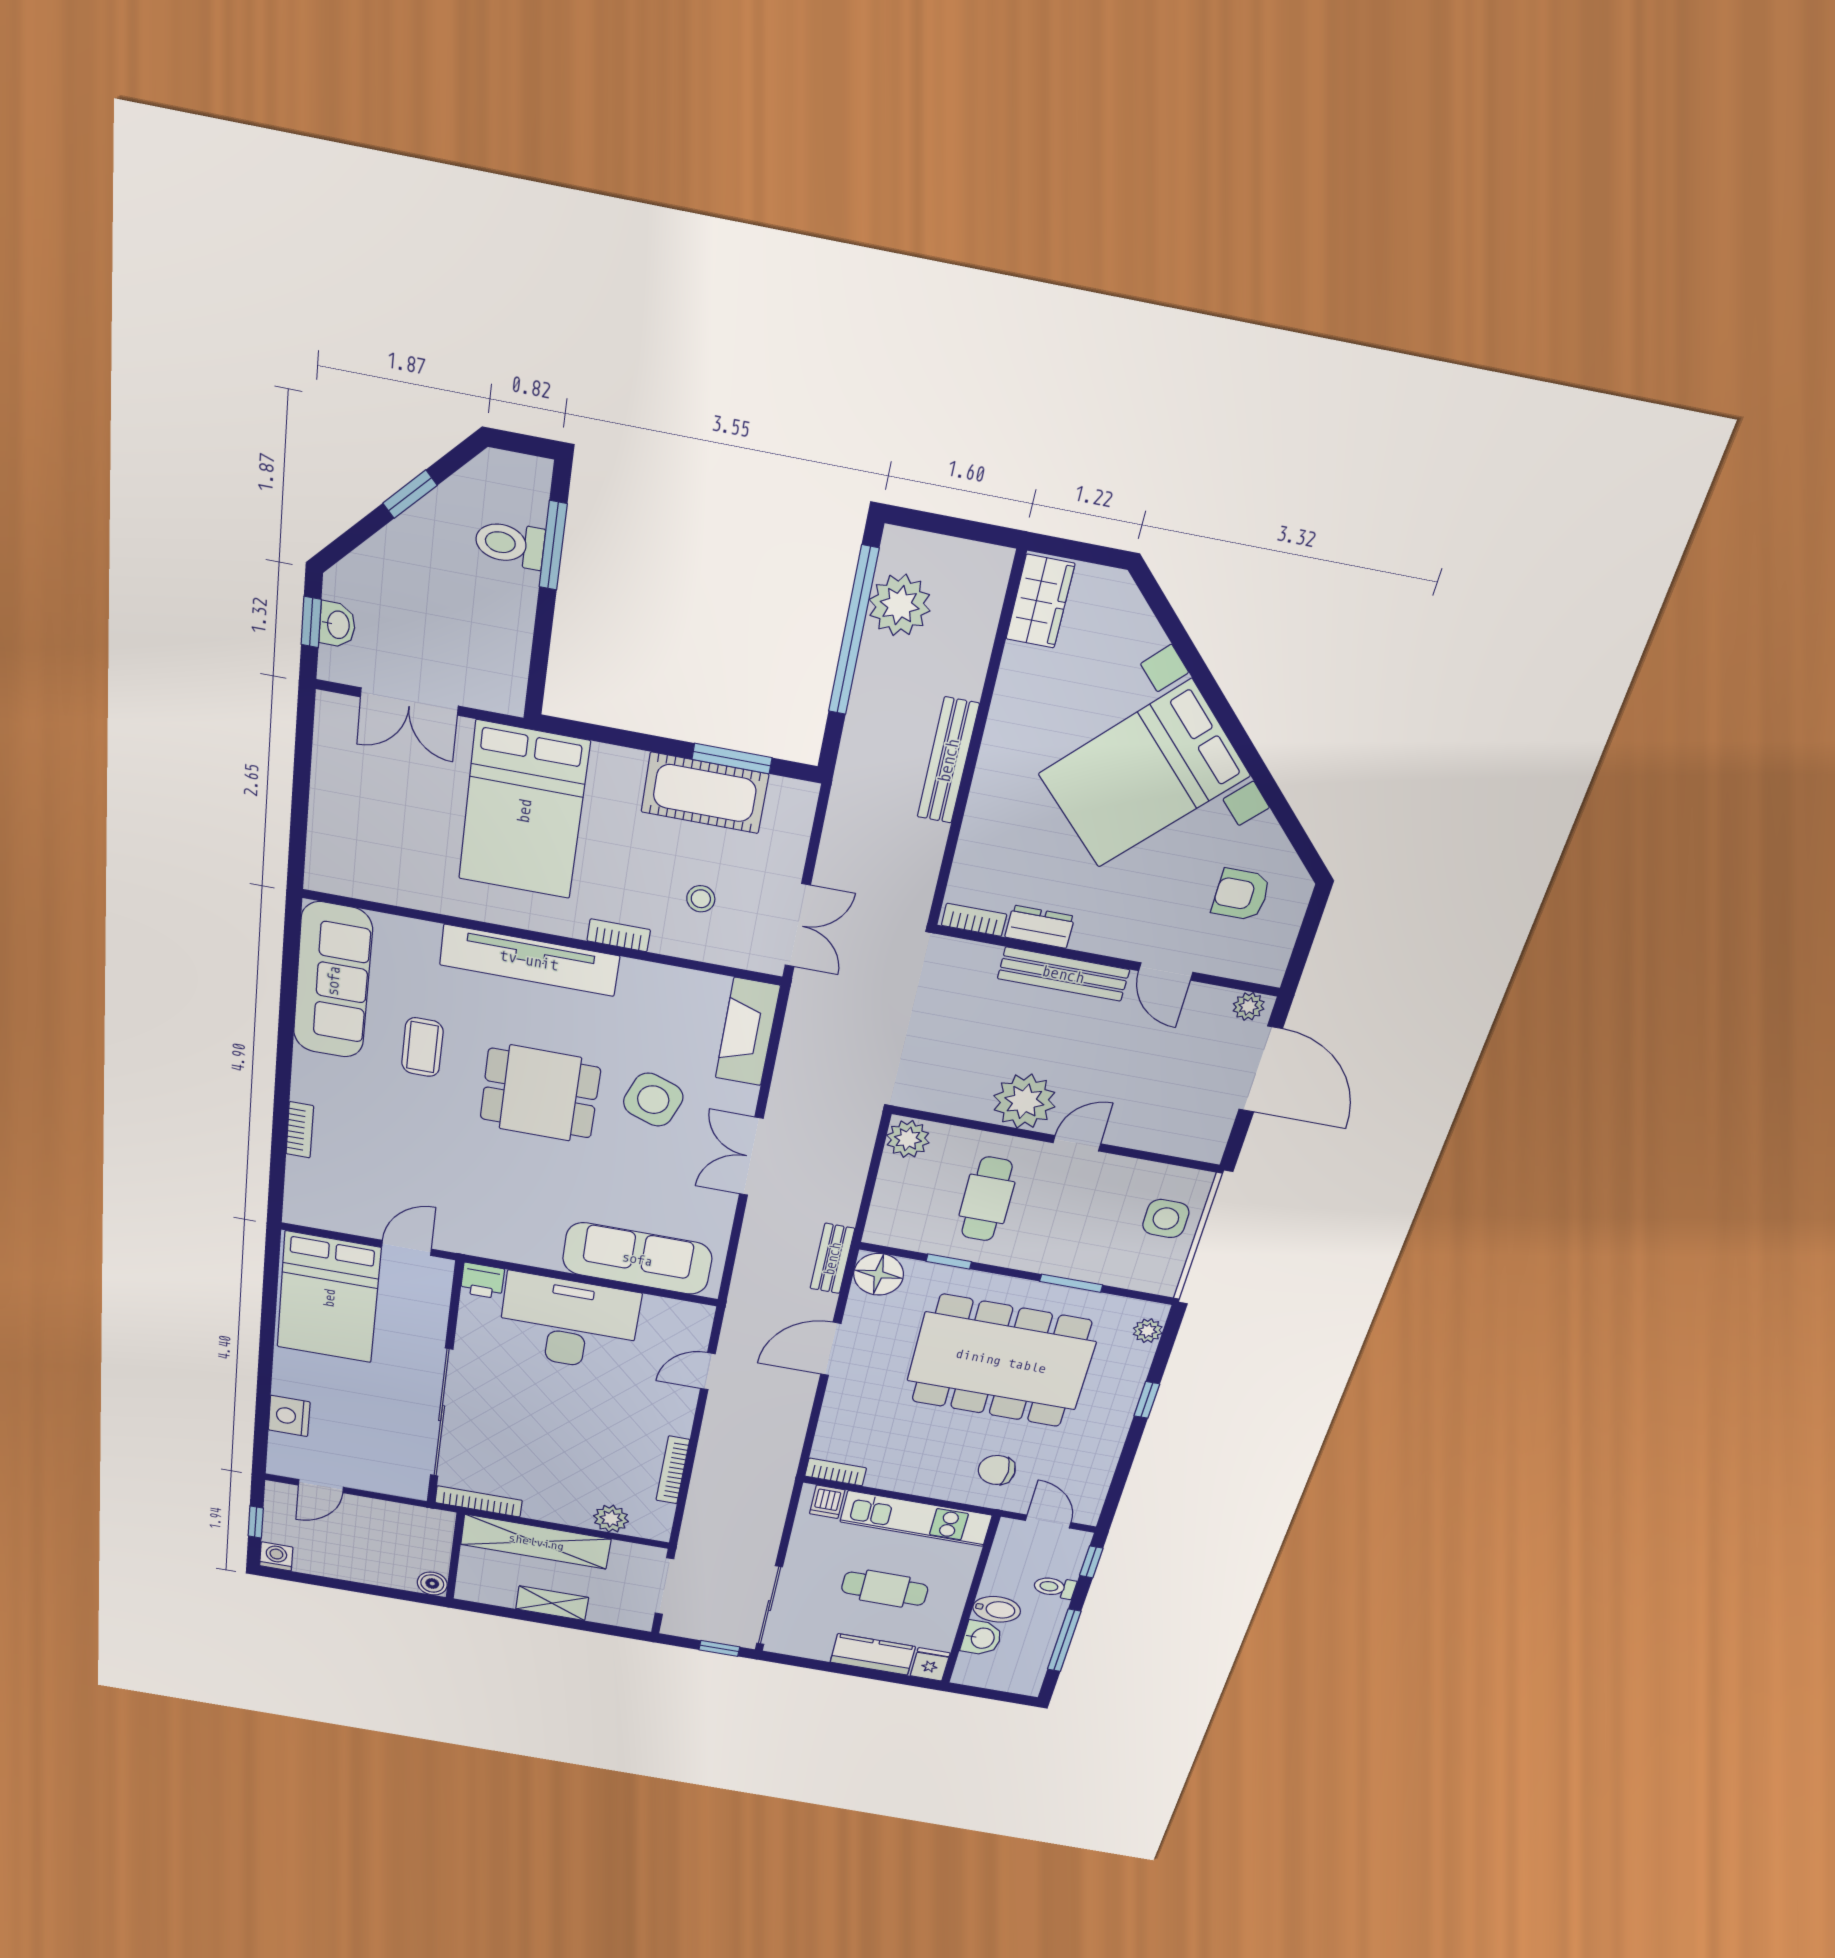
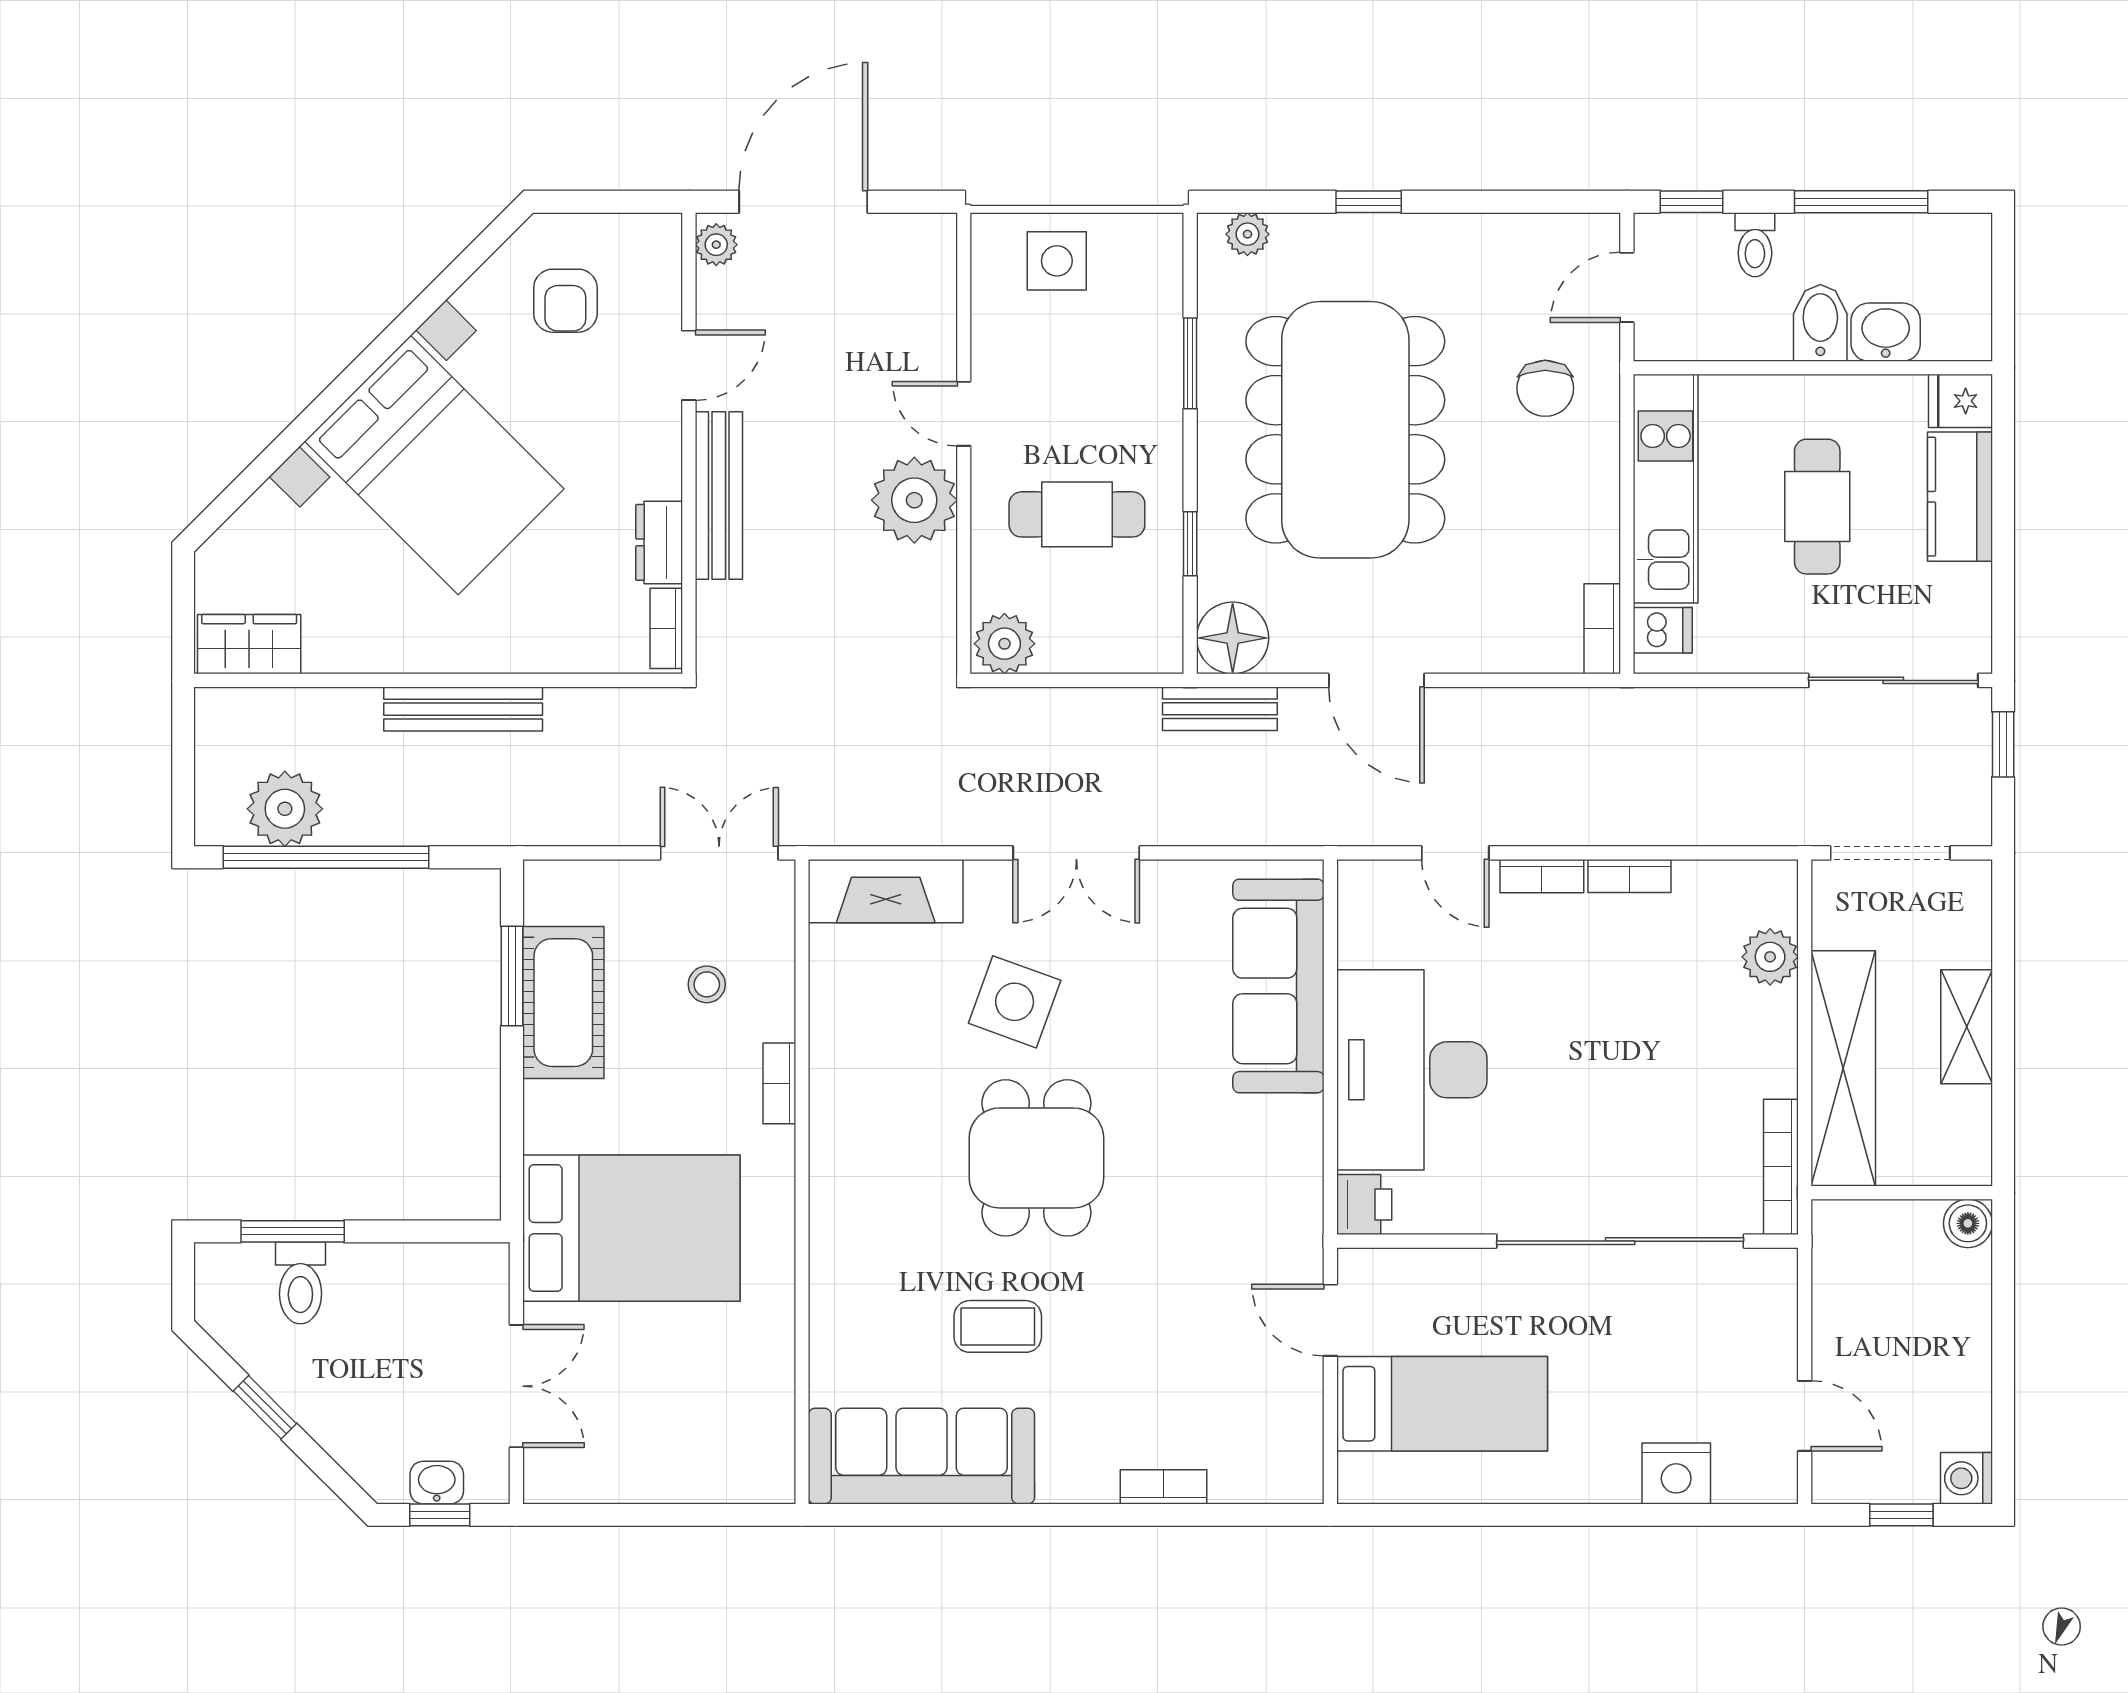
tv unit: (529, 960) -> (839, 1196), removed
bed: (329, 1298) -> (1442, 1404), width x0.67
bookcase: (684, 1414) -> (1542, 876), added
bookcase: (673, 1470) -> (1629, 876), width x0.64

